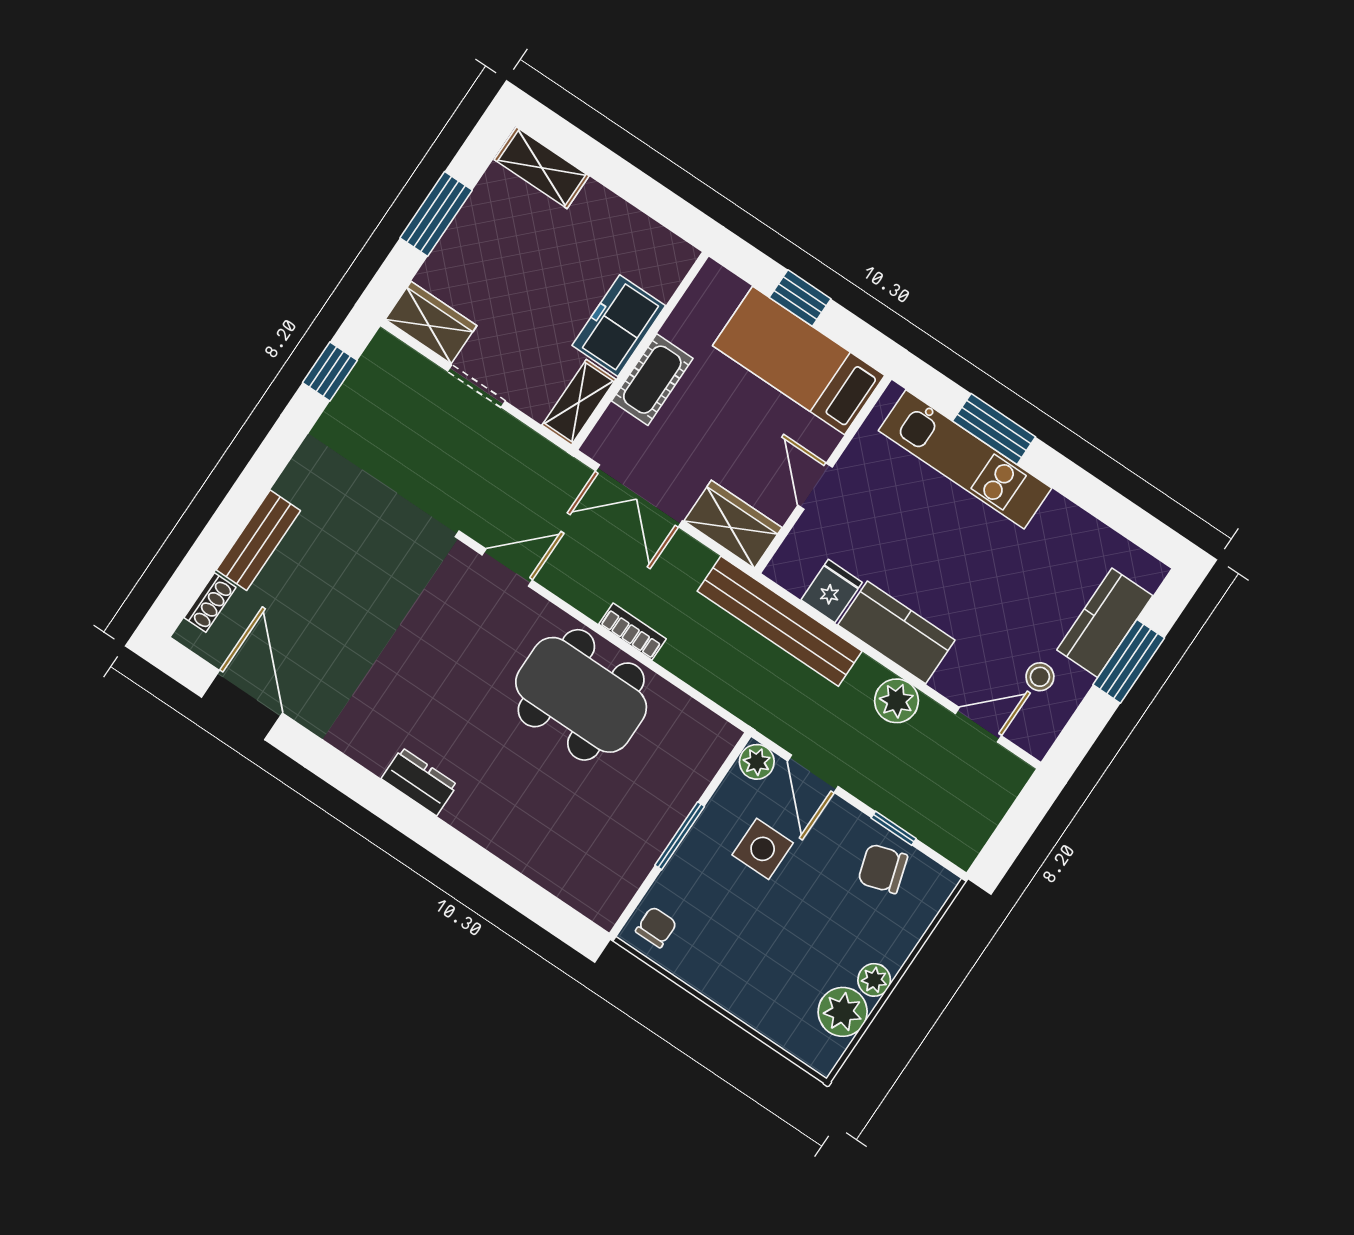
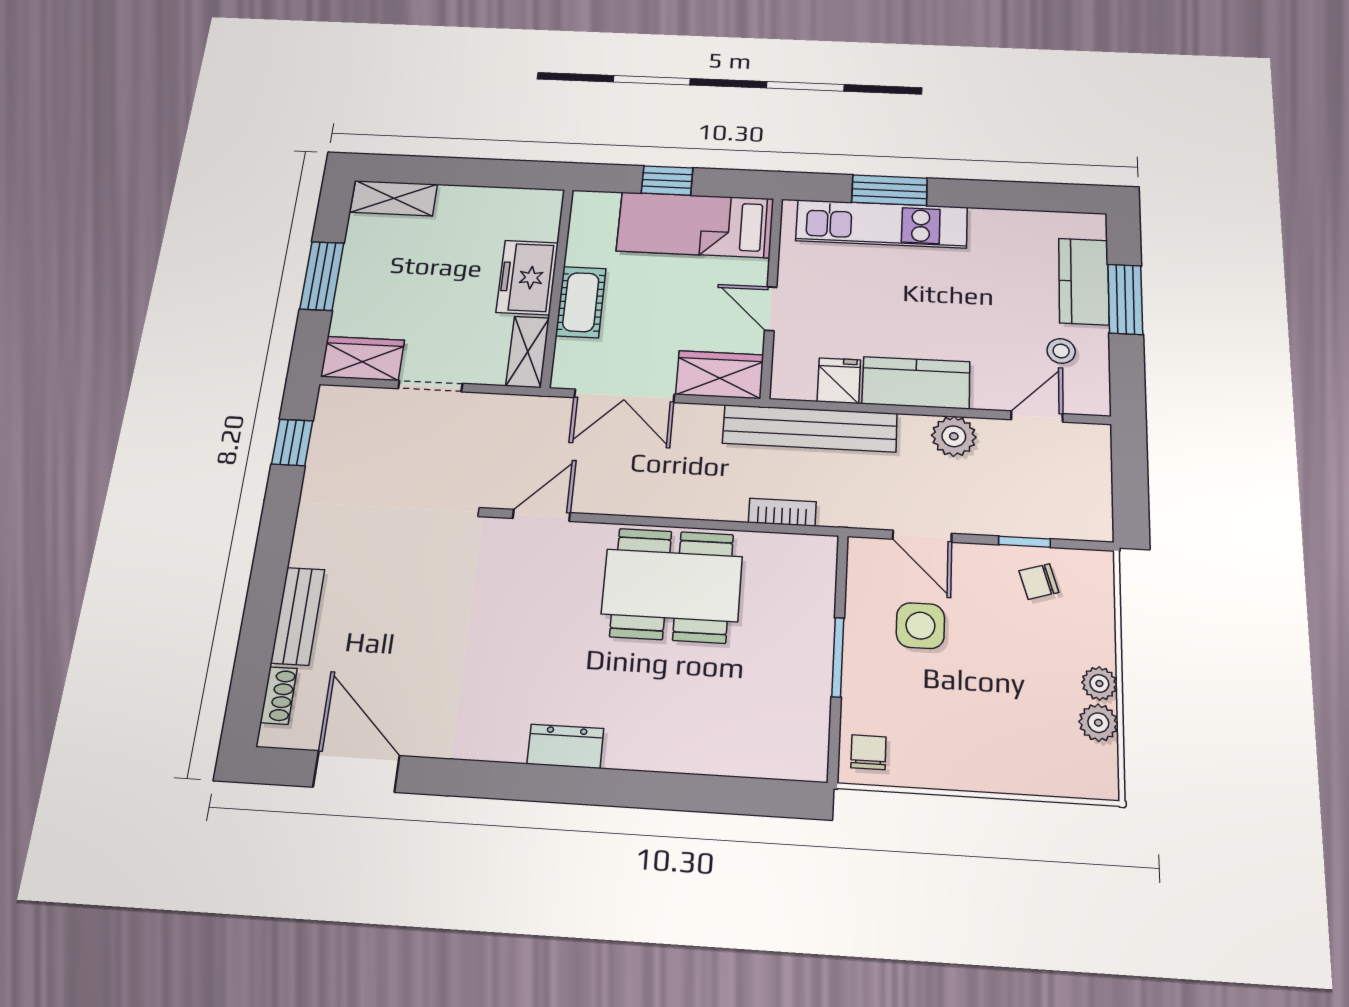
bookcase: (632, 632) -> (782, 512), moved
plant: (757, 762) -> (866, 554), removed
chair: (883, 869) -> (1039, 582), width x0.73, depth x0.73
plant: (843, 1012) -> (1098, 723), width x0.73, depth x0.73

